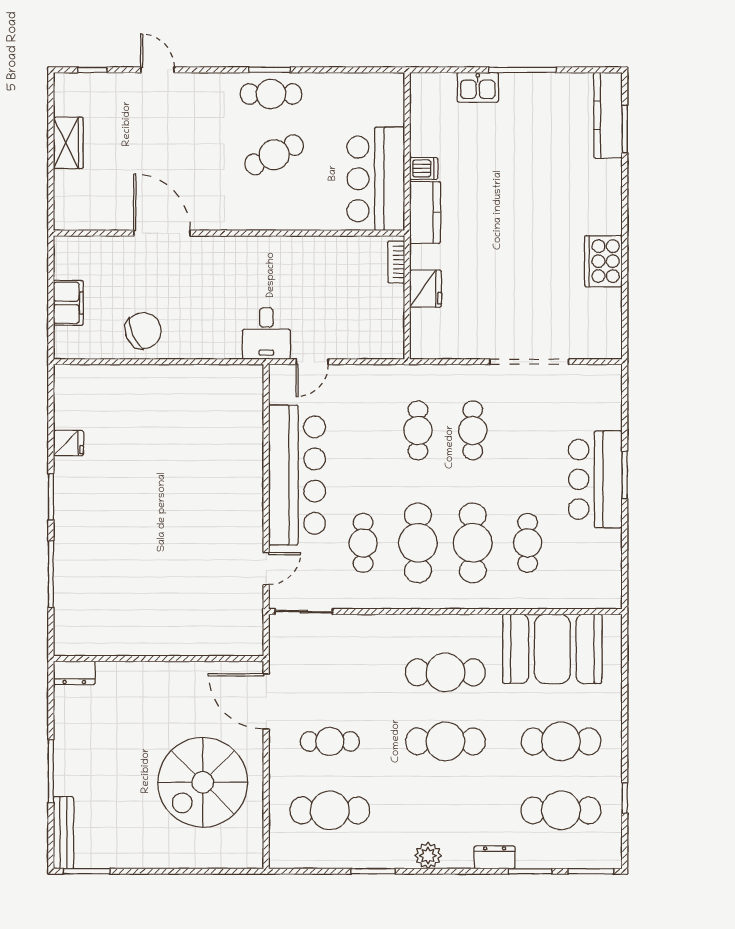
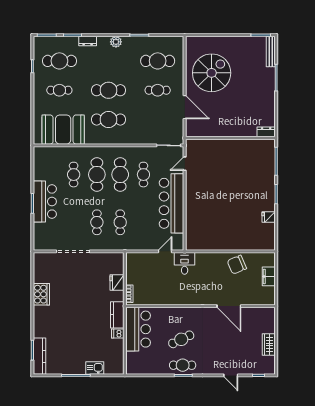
wall: (158, 659) -> (230, 138), moved
dresser: (74, 673) -> (266, 132), moved
cafe table: (561, 741) -> (59, 90), width x0.73, depth x0.74

